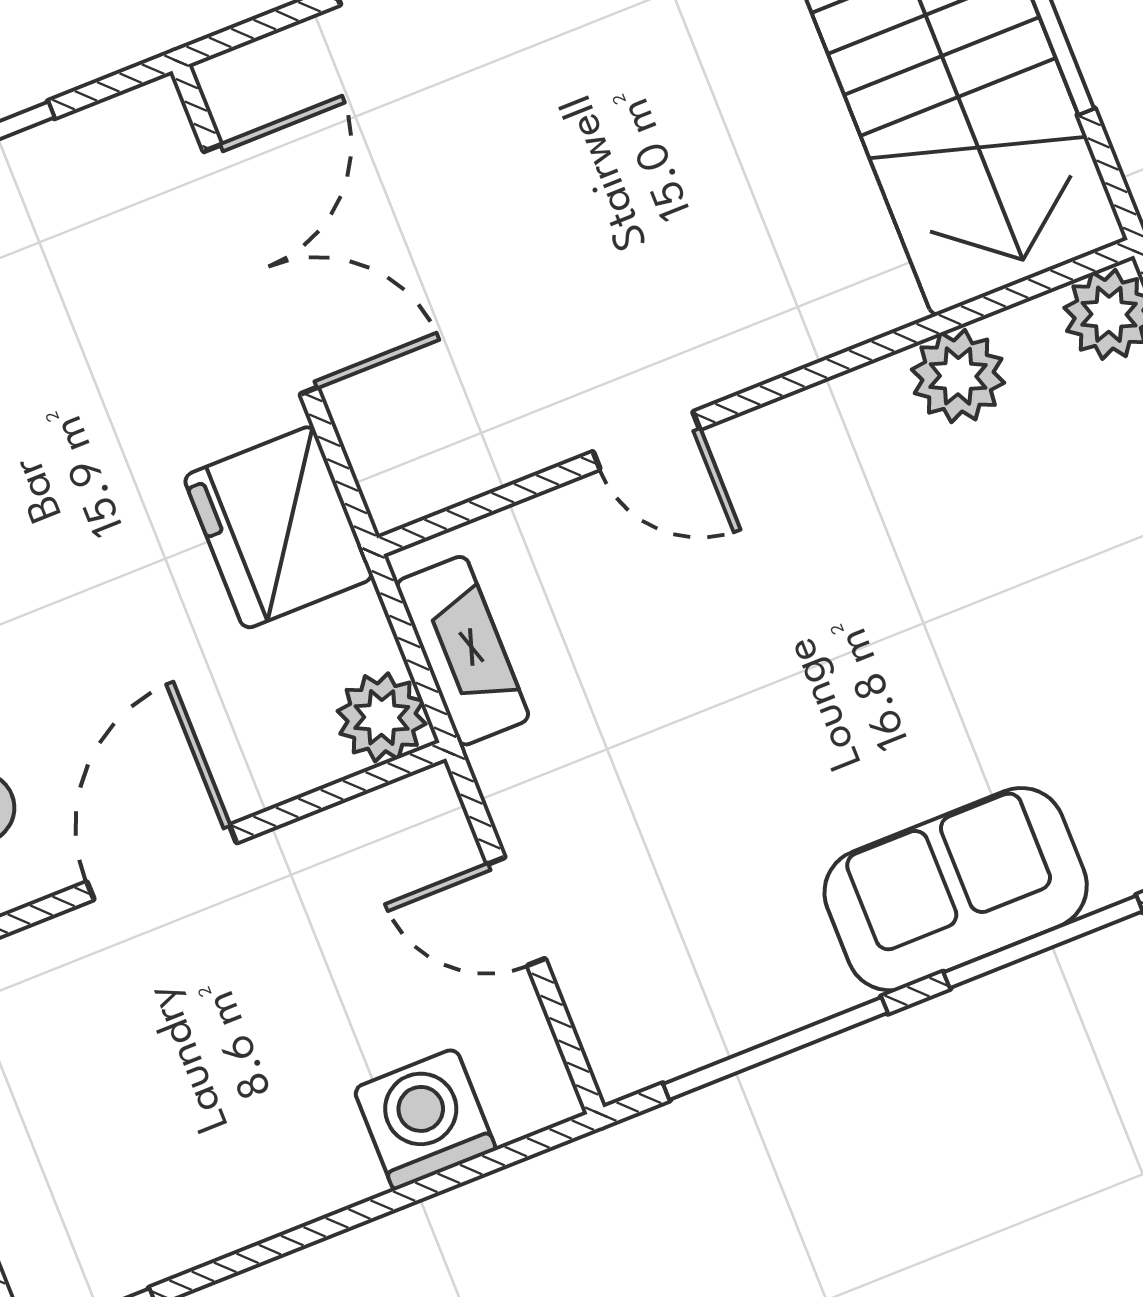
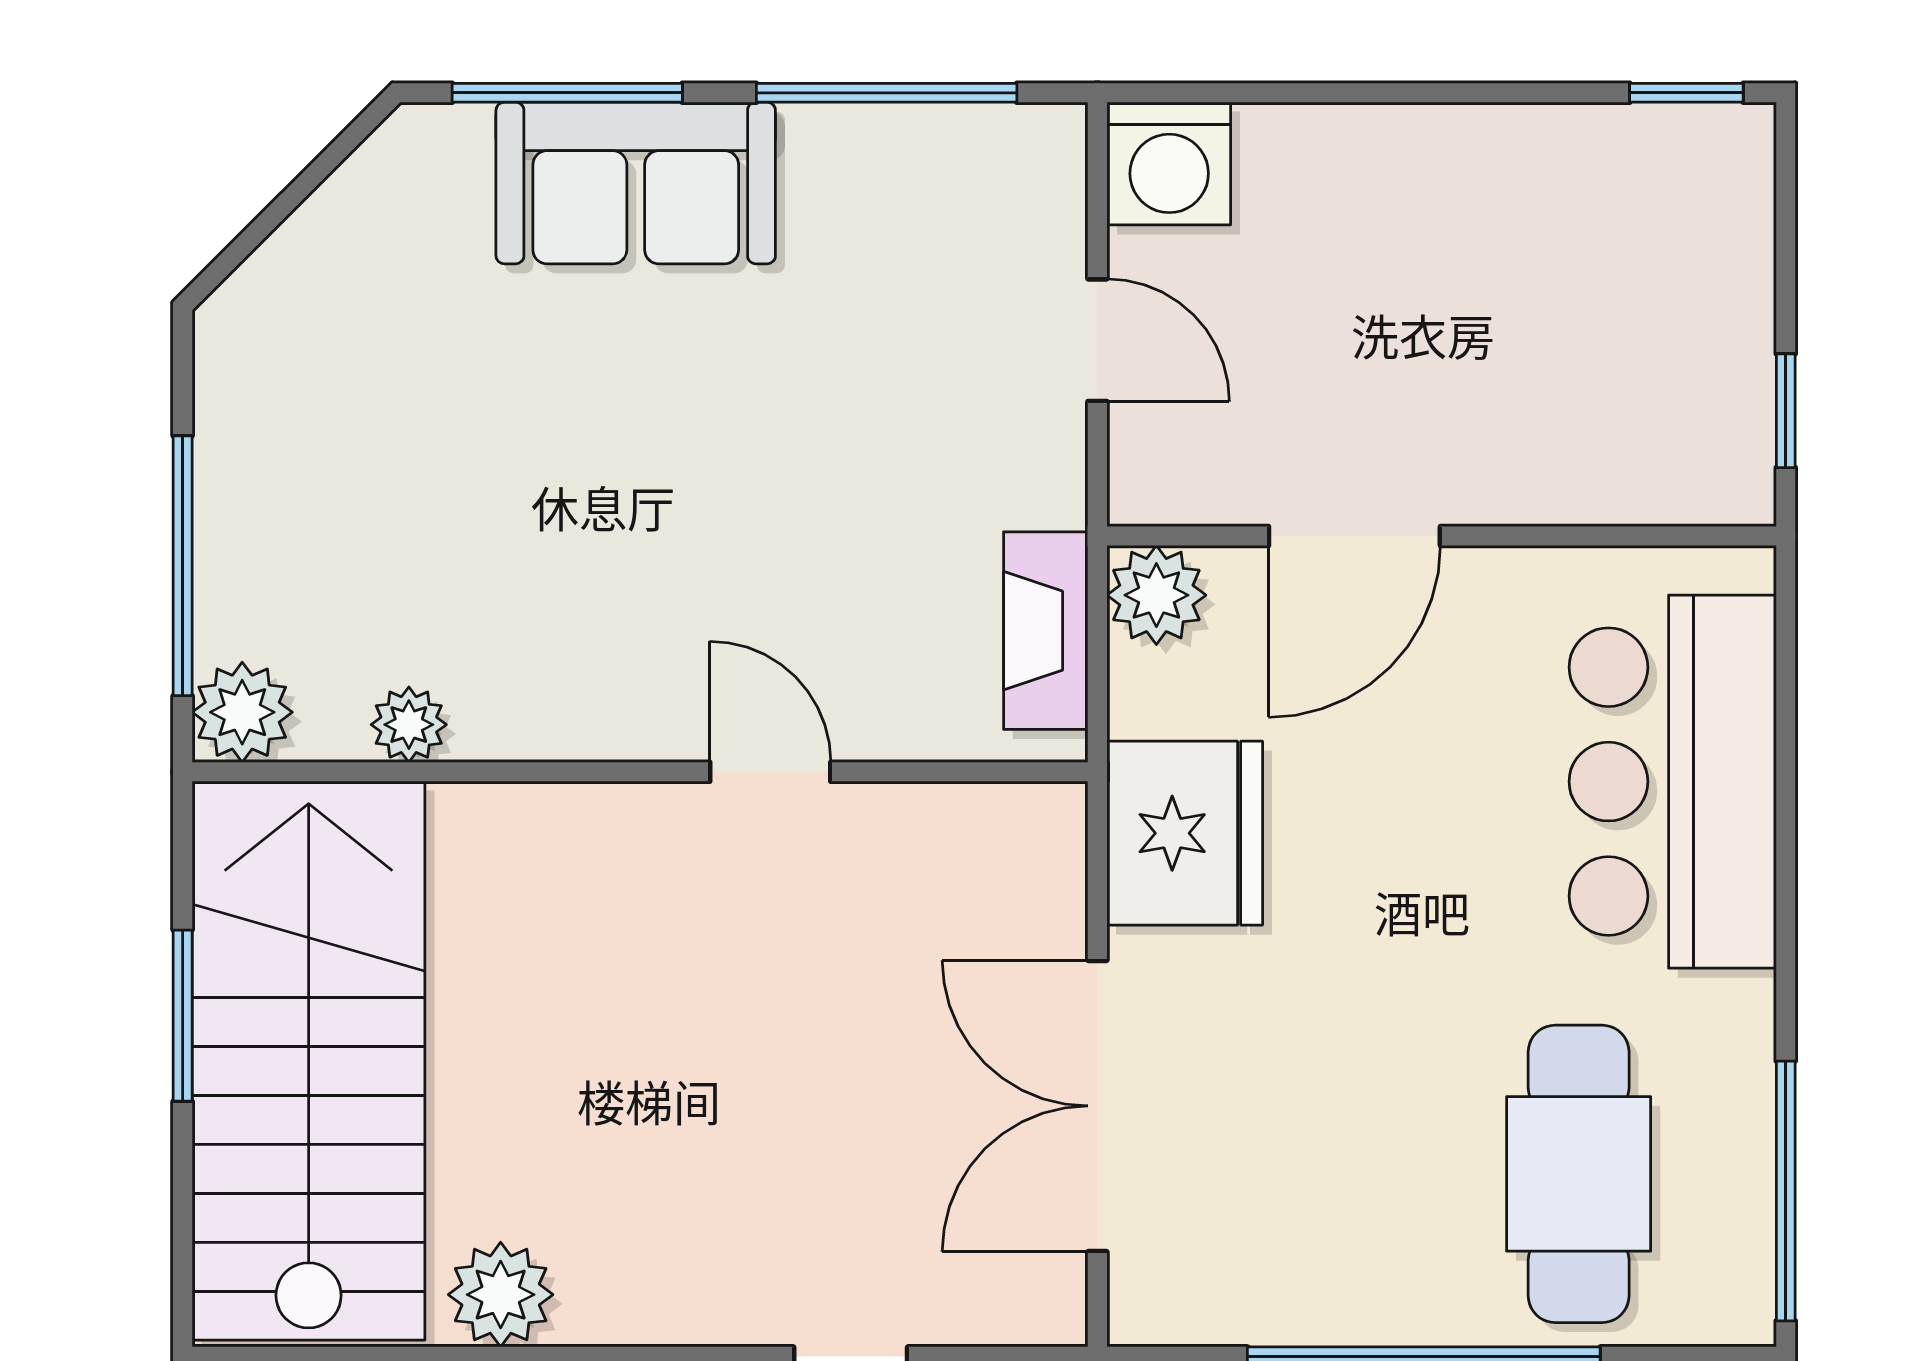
plant: (958, 376) -> (409, 725), width x0.73, depth x0.73
door: (162, 862) -> (1354, 536), moved
washing machine: (425, 1119) -> (1169, 164), moved

